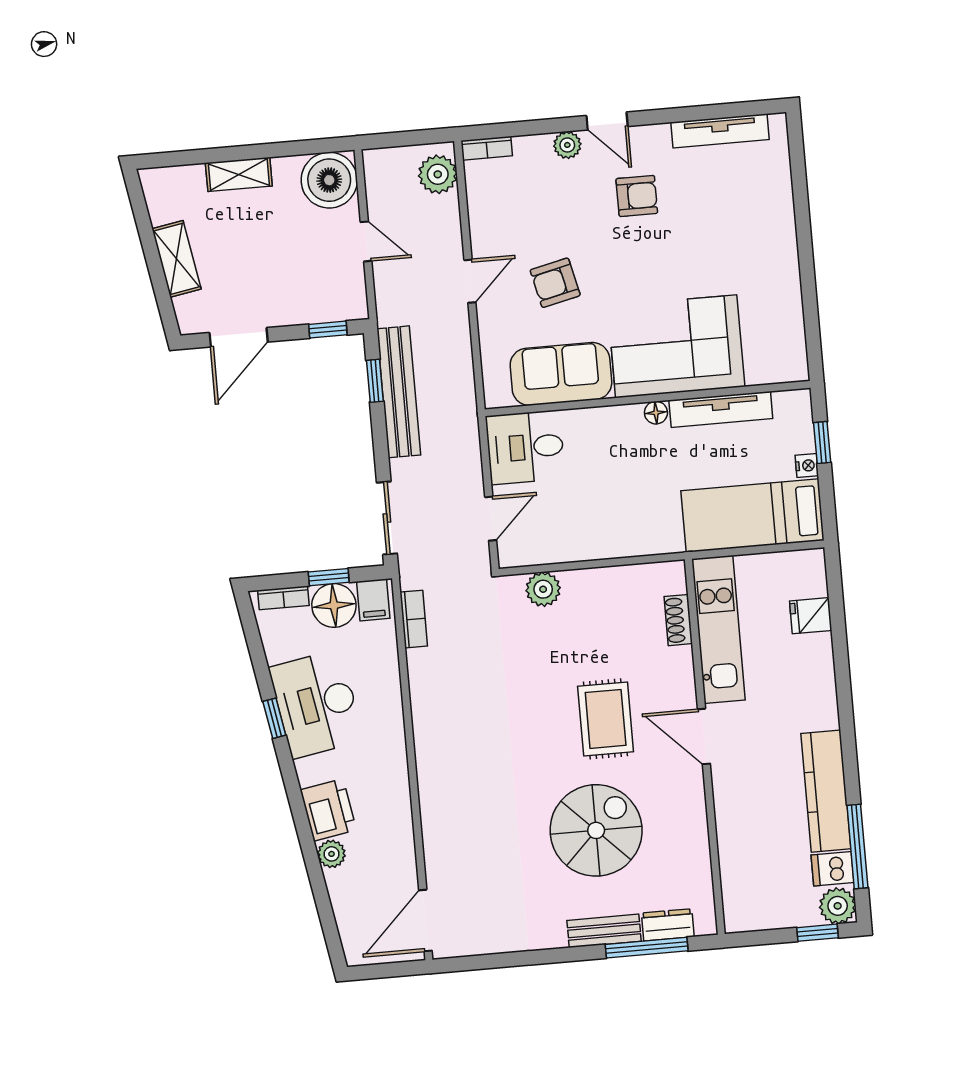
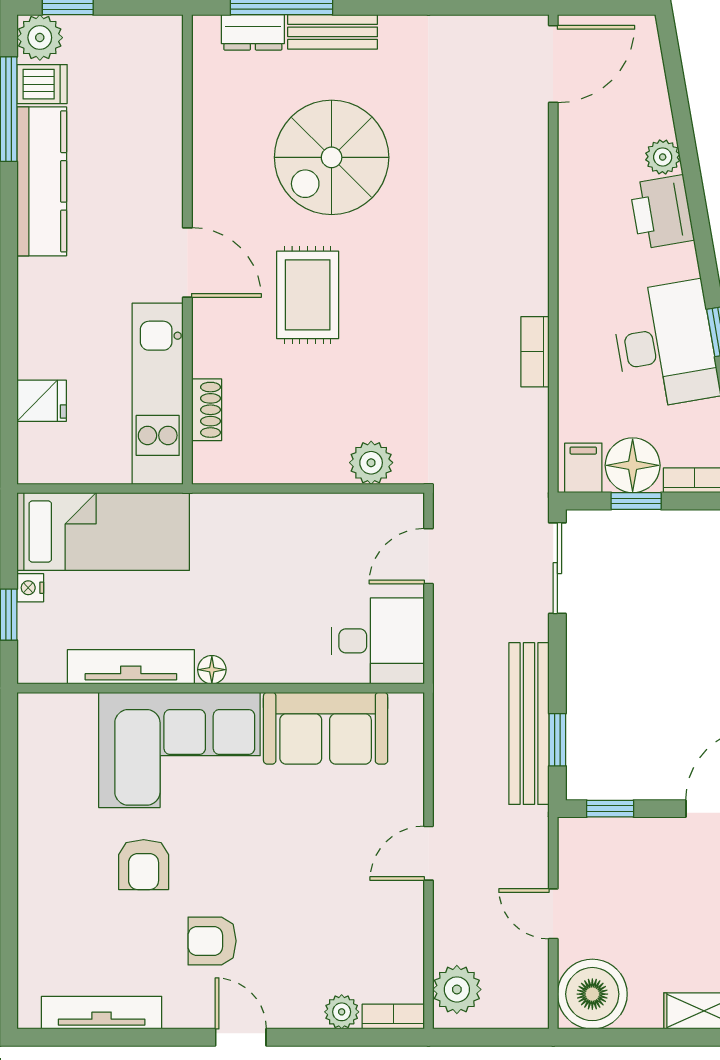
plant: (567, 145) -> (342, 1012), moved
armchair: (555, 283) -> (144, 865), moved, turned 103
bookcase: (414, 619) -> (535, 352), moved

